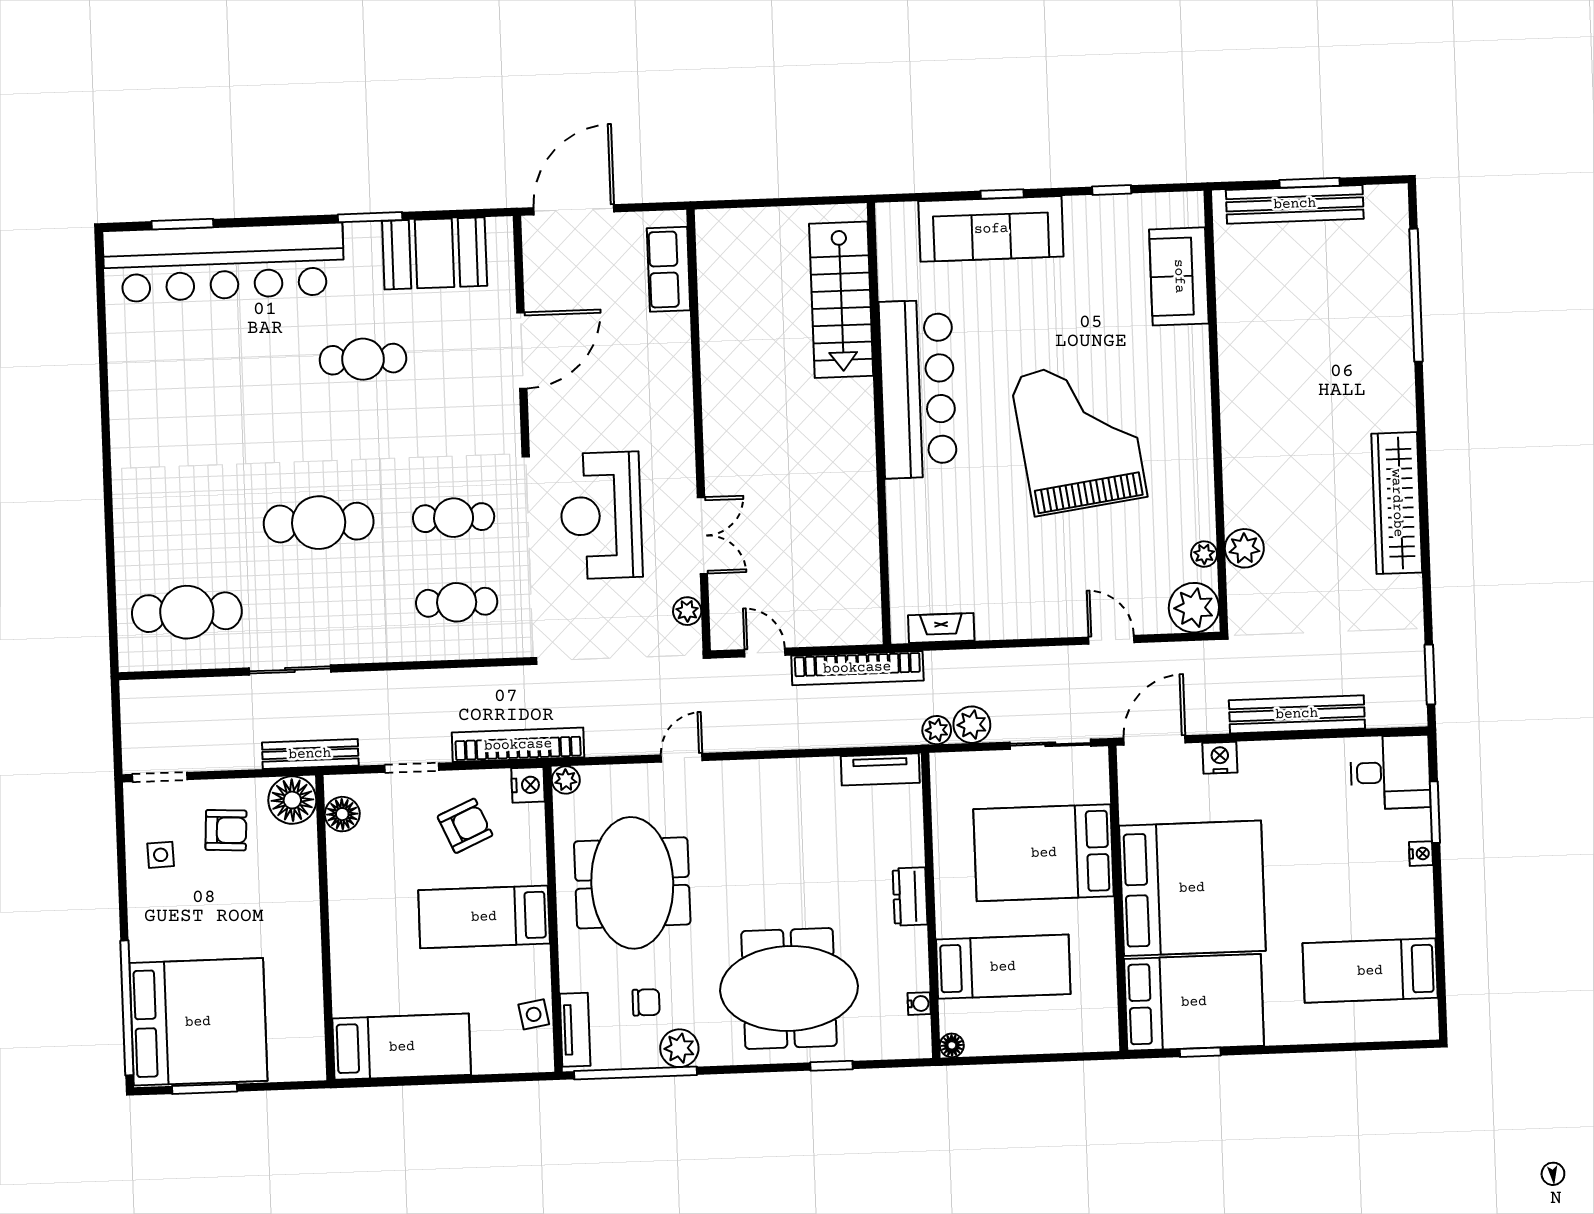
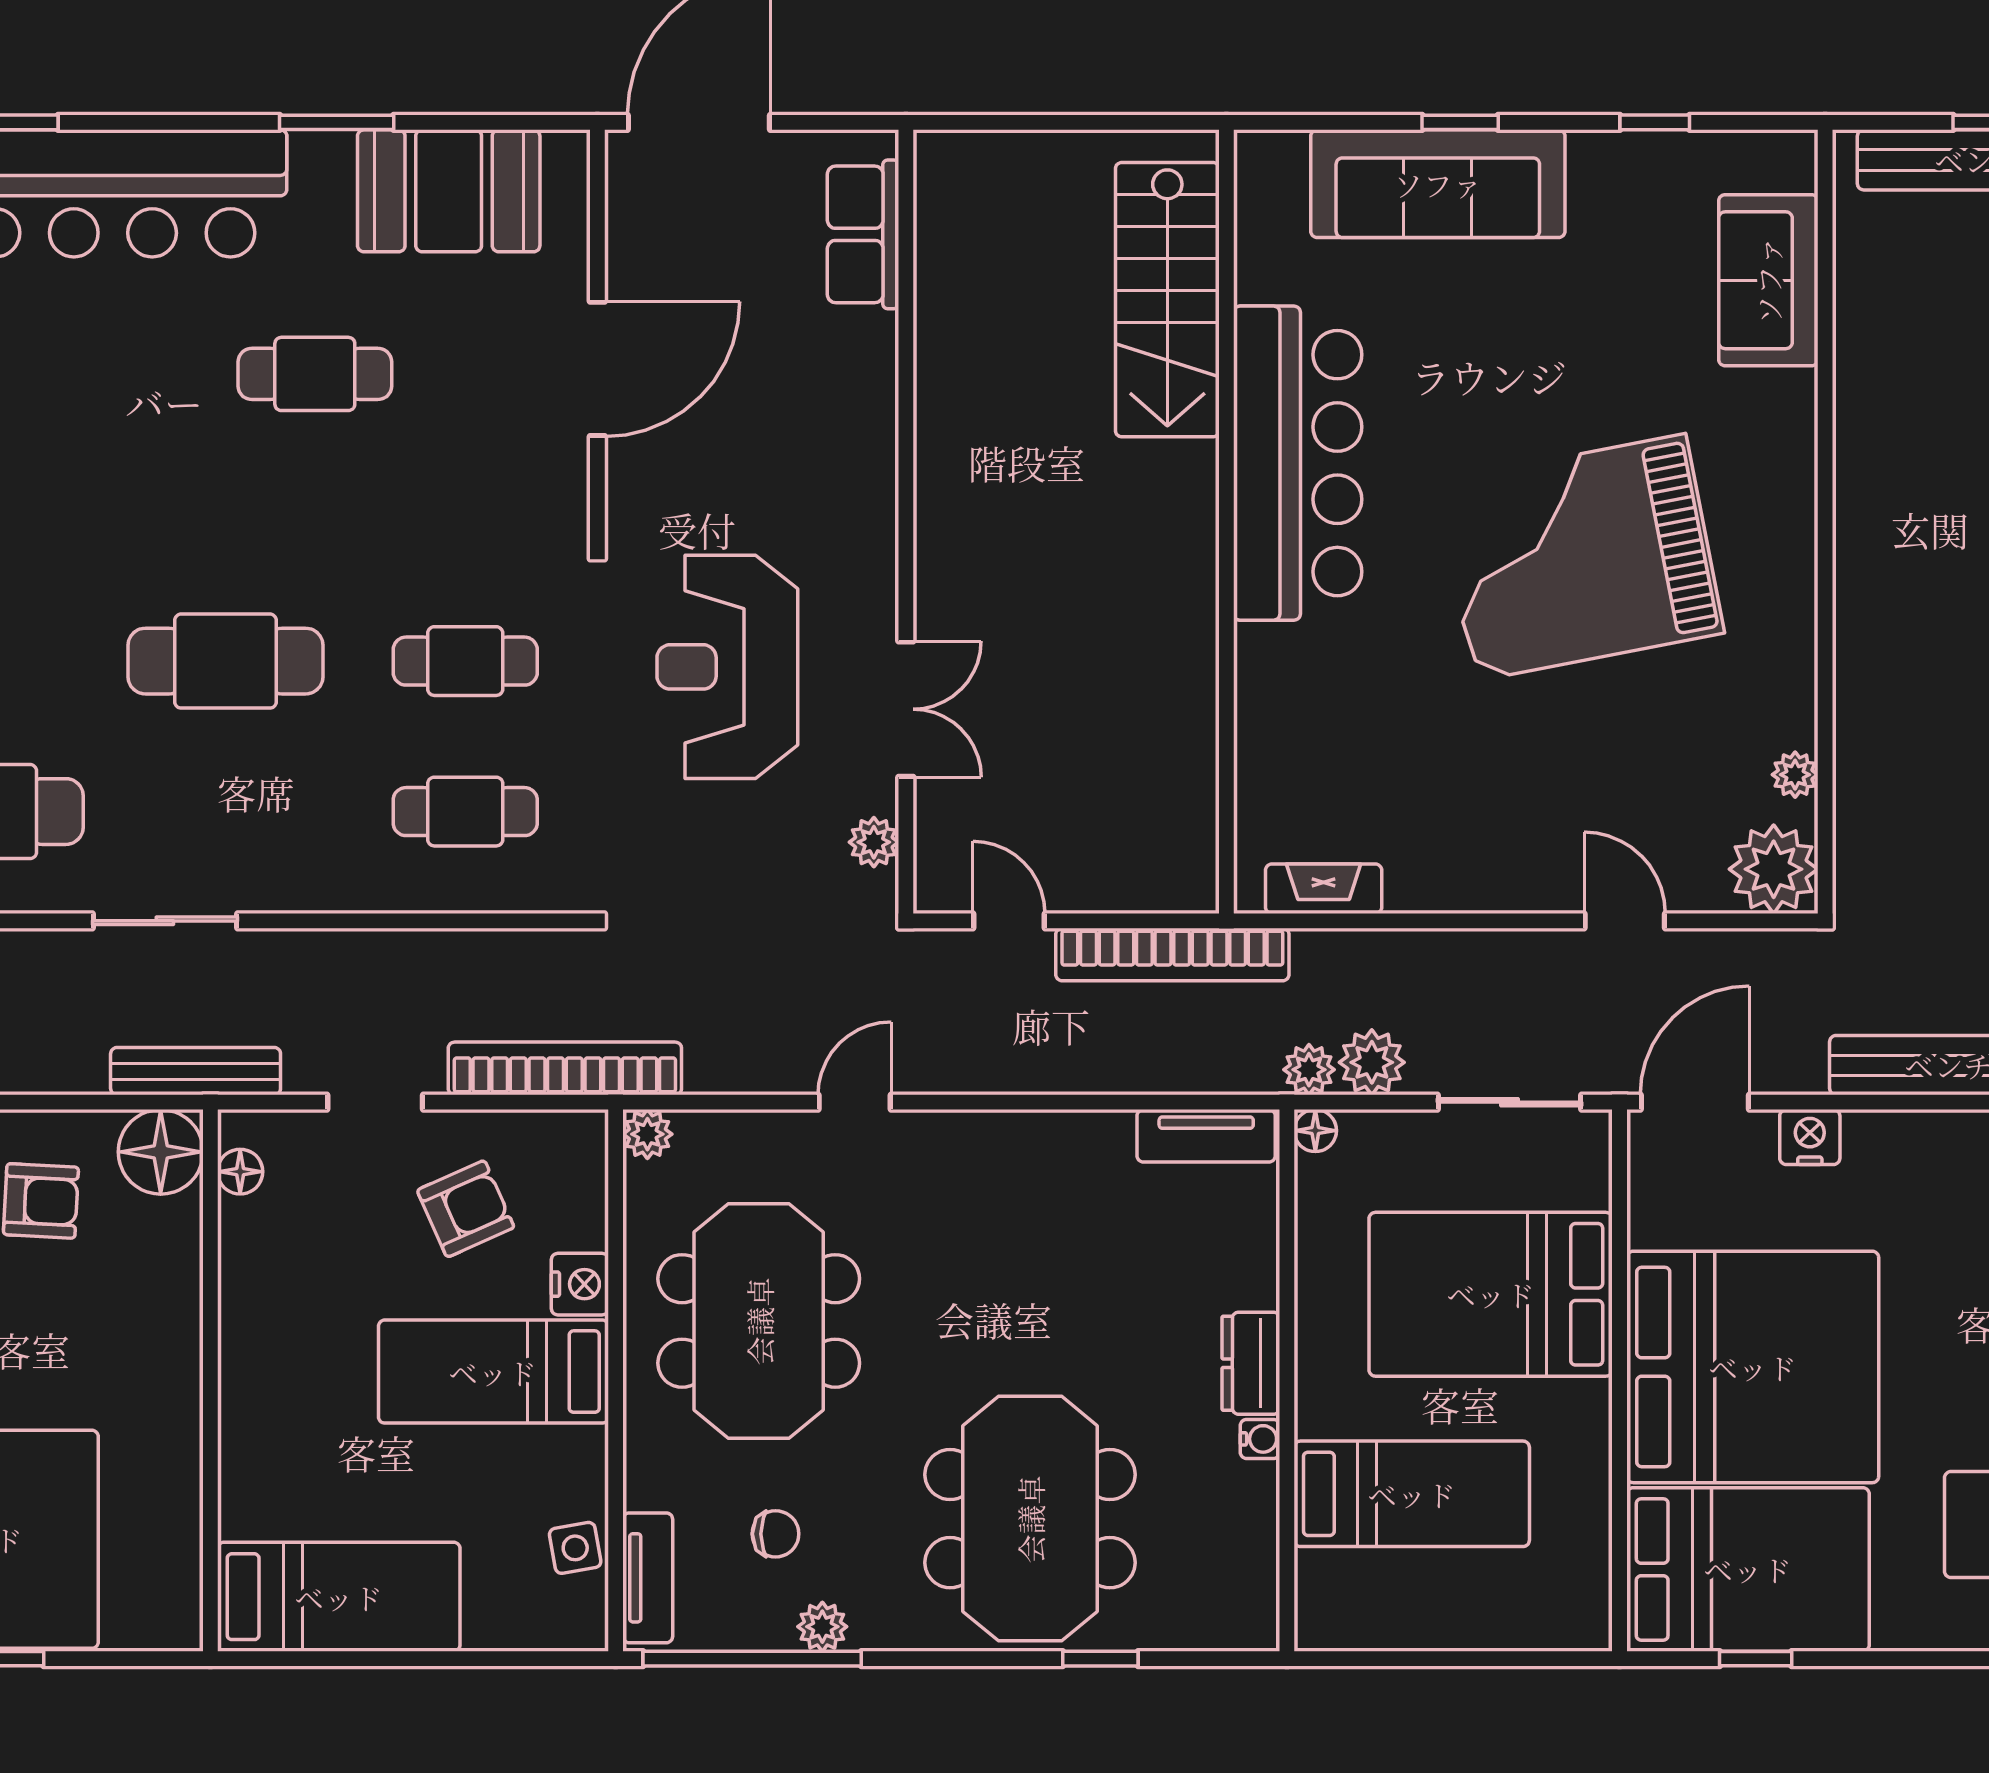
grand piano: (1079, 436) -> (1580, 557), turned -93
plant: (1244, 548) -> (1867, 767), removed
nightstand: (528, 785) -> (580, 1284), moved
floor lamp: (342, 814) -> (240, 1172), width x0.73, depth x0.73
meeting table: (789, 988) -> (1030, 1519), turned 90
water cooler: (919, 1004) -> (1260, 1439), moved
floor lamp: (952, 1045) -> (1315, 1131), moved
plant: (679, 1048) -> (822, 1627), width x0.73, depth x0.73

